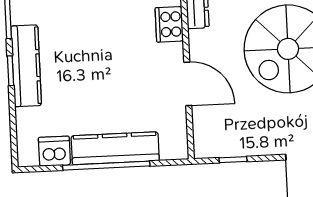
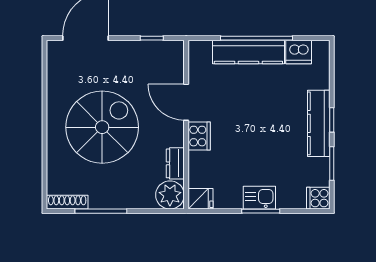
cooker: (169, 24) -> (199, 136), moved

